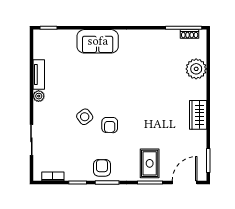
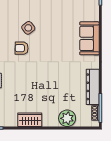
dresser: (157, 37) -> (93, 87), added

